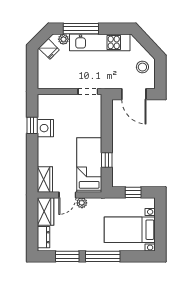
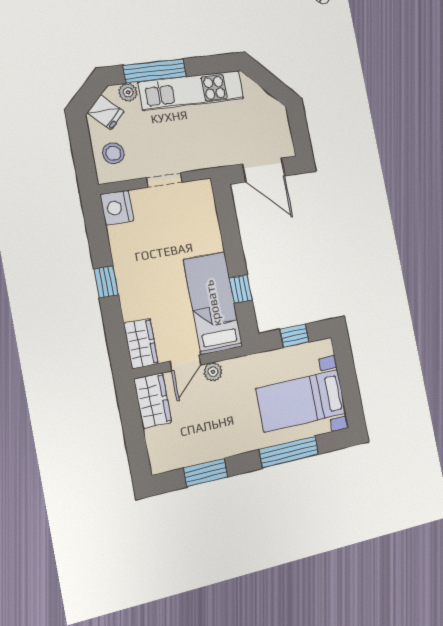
stool: (142, 67) -> (113, 153), moved
doorway: (88, 92) -> (164, 180), moved
window: (32, 125) -> (106, 282), moved
nightstand: (45, 128) -> (117, 208), moved
dresser: (43, 237) -> (158, 448), removed
window: (103, 256) -> (289, 452), moved

